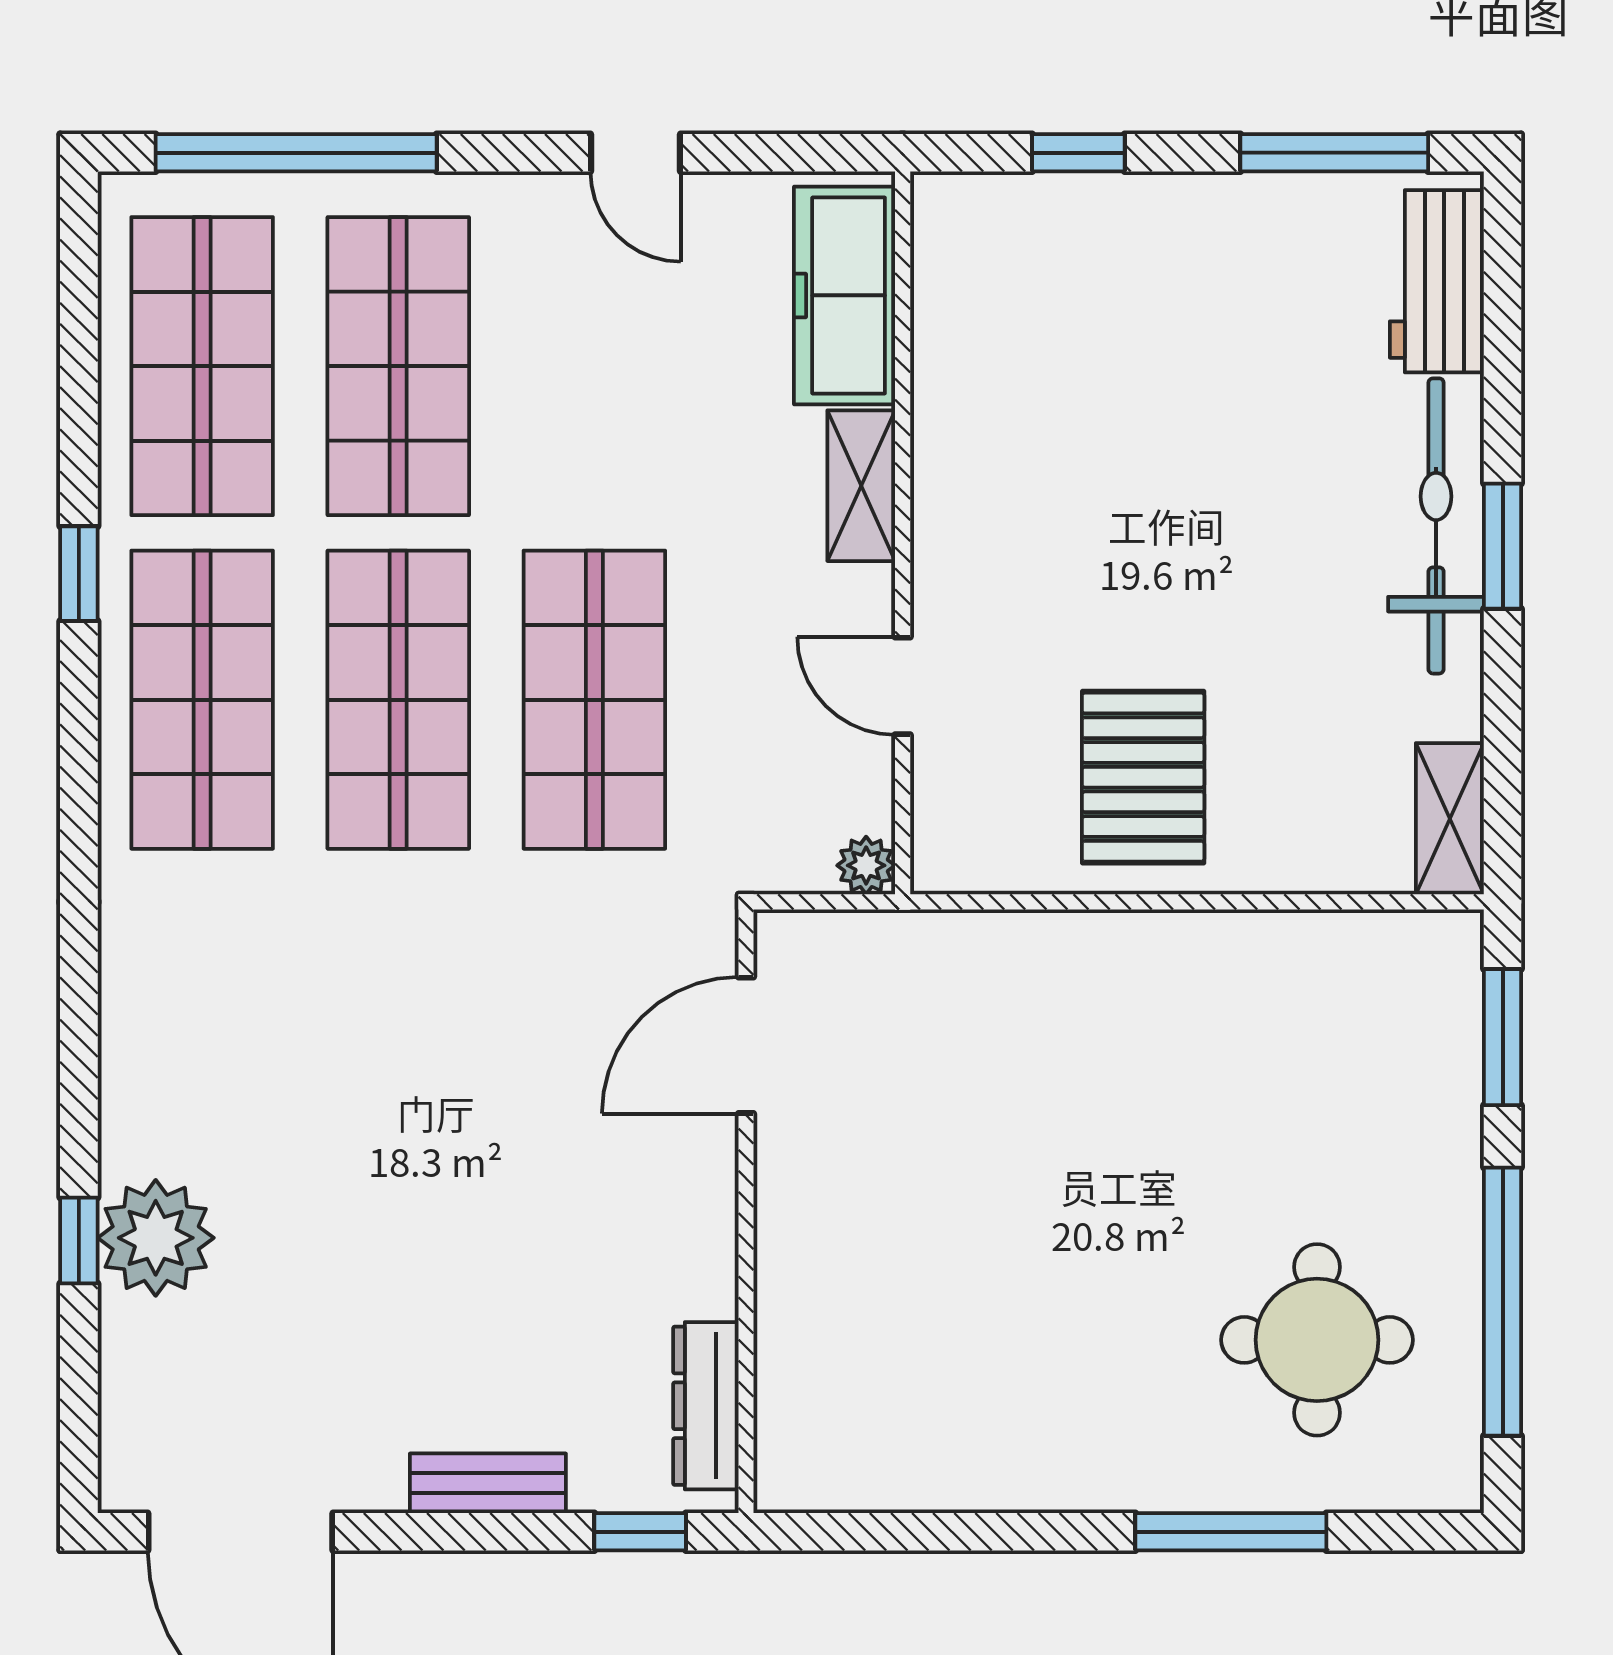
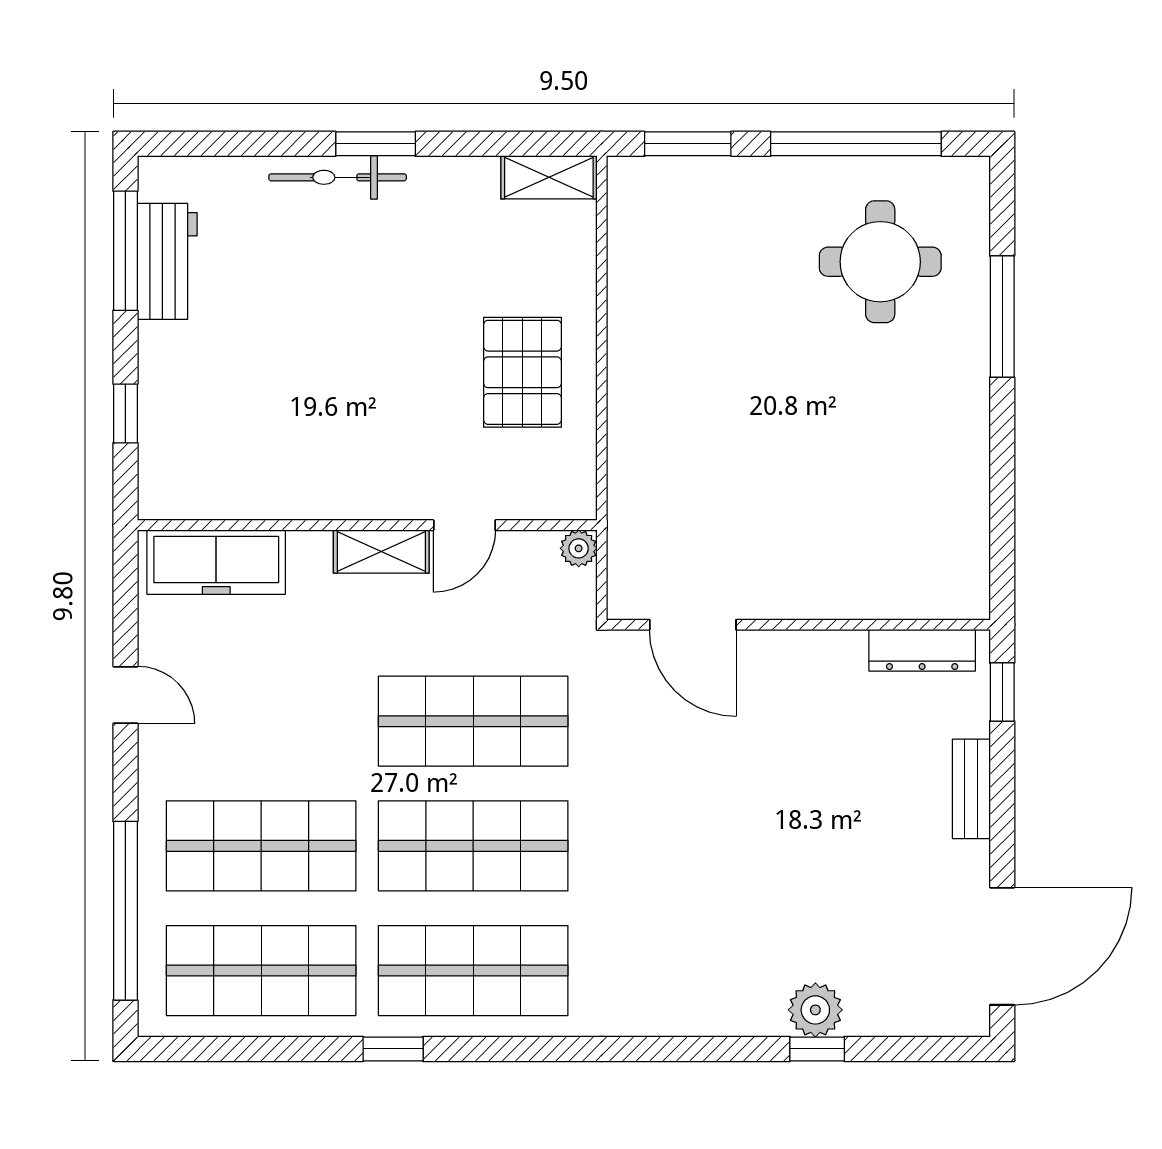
door: (636, 153) -> (125, 695), hinge flipped
workbench: (1437, 281) -> (167, 261), moved, turned -90
shelving: (861, 486) -> (381, 552), moved
bicycle: (1436, 526) -> (338, 177), width x0.73, depth x0.71
pallet: (1143, 777) -> (522, 372), turned 90
plant: (156, 1238) -> (815, 1010), width x0.73, depth x0.73

